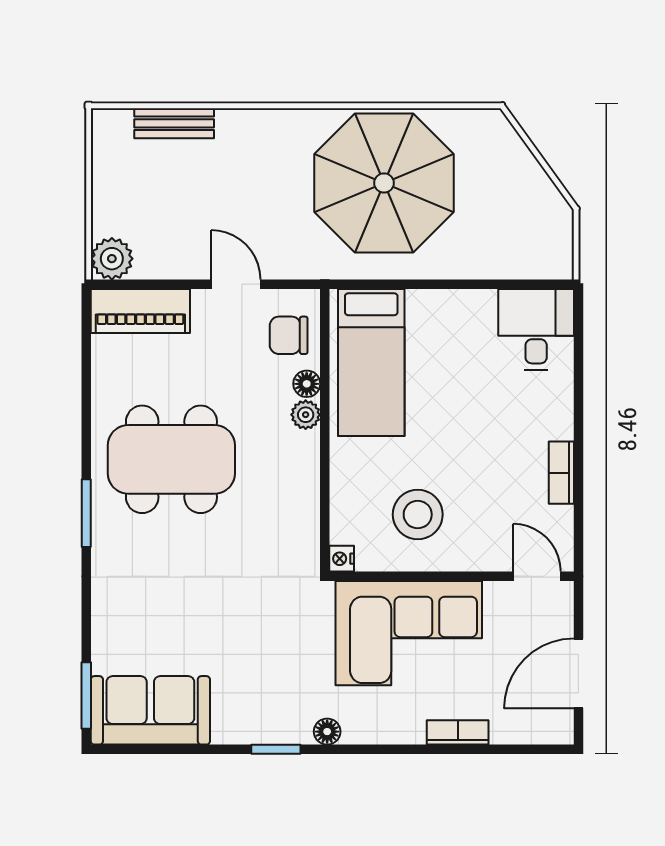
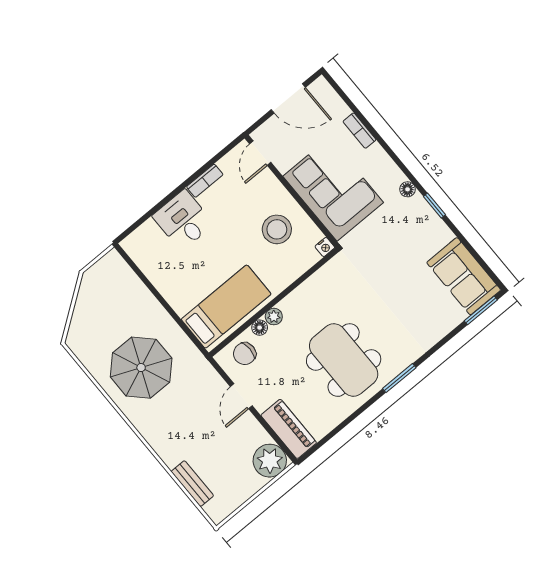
parasol: (384, 183) -> (141, 368), width x0.73, depth x0.73
plant: (112, 259) -> (270, 461), width x1.36, depth x1.36
desk: (536, 329) -> (183, 220), moved, turned 90
chair: (289, 335) -> (245, 354), turned 90

